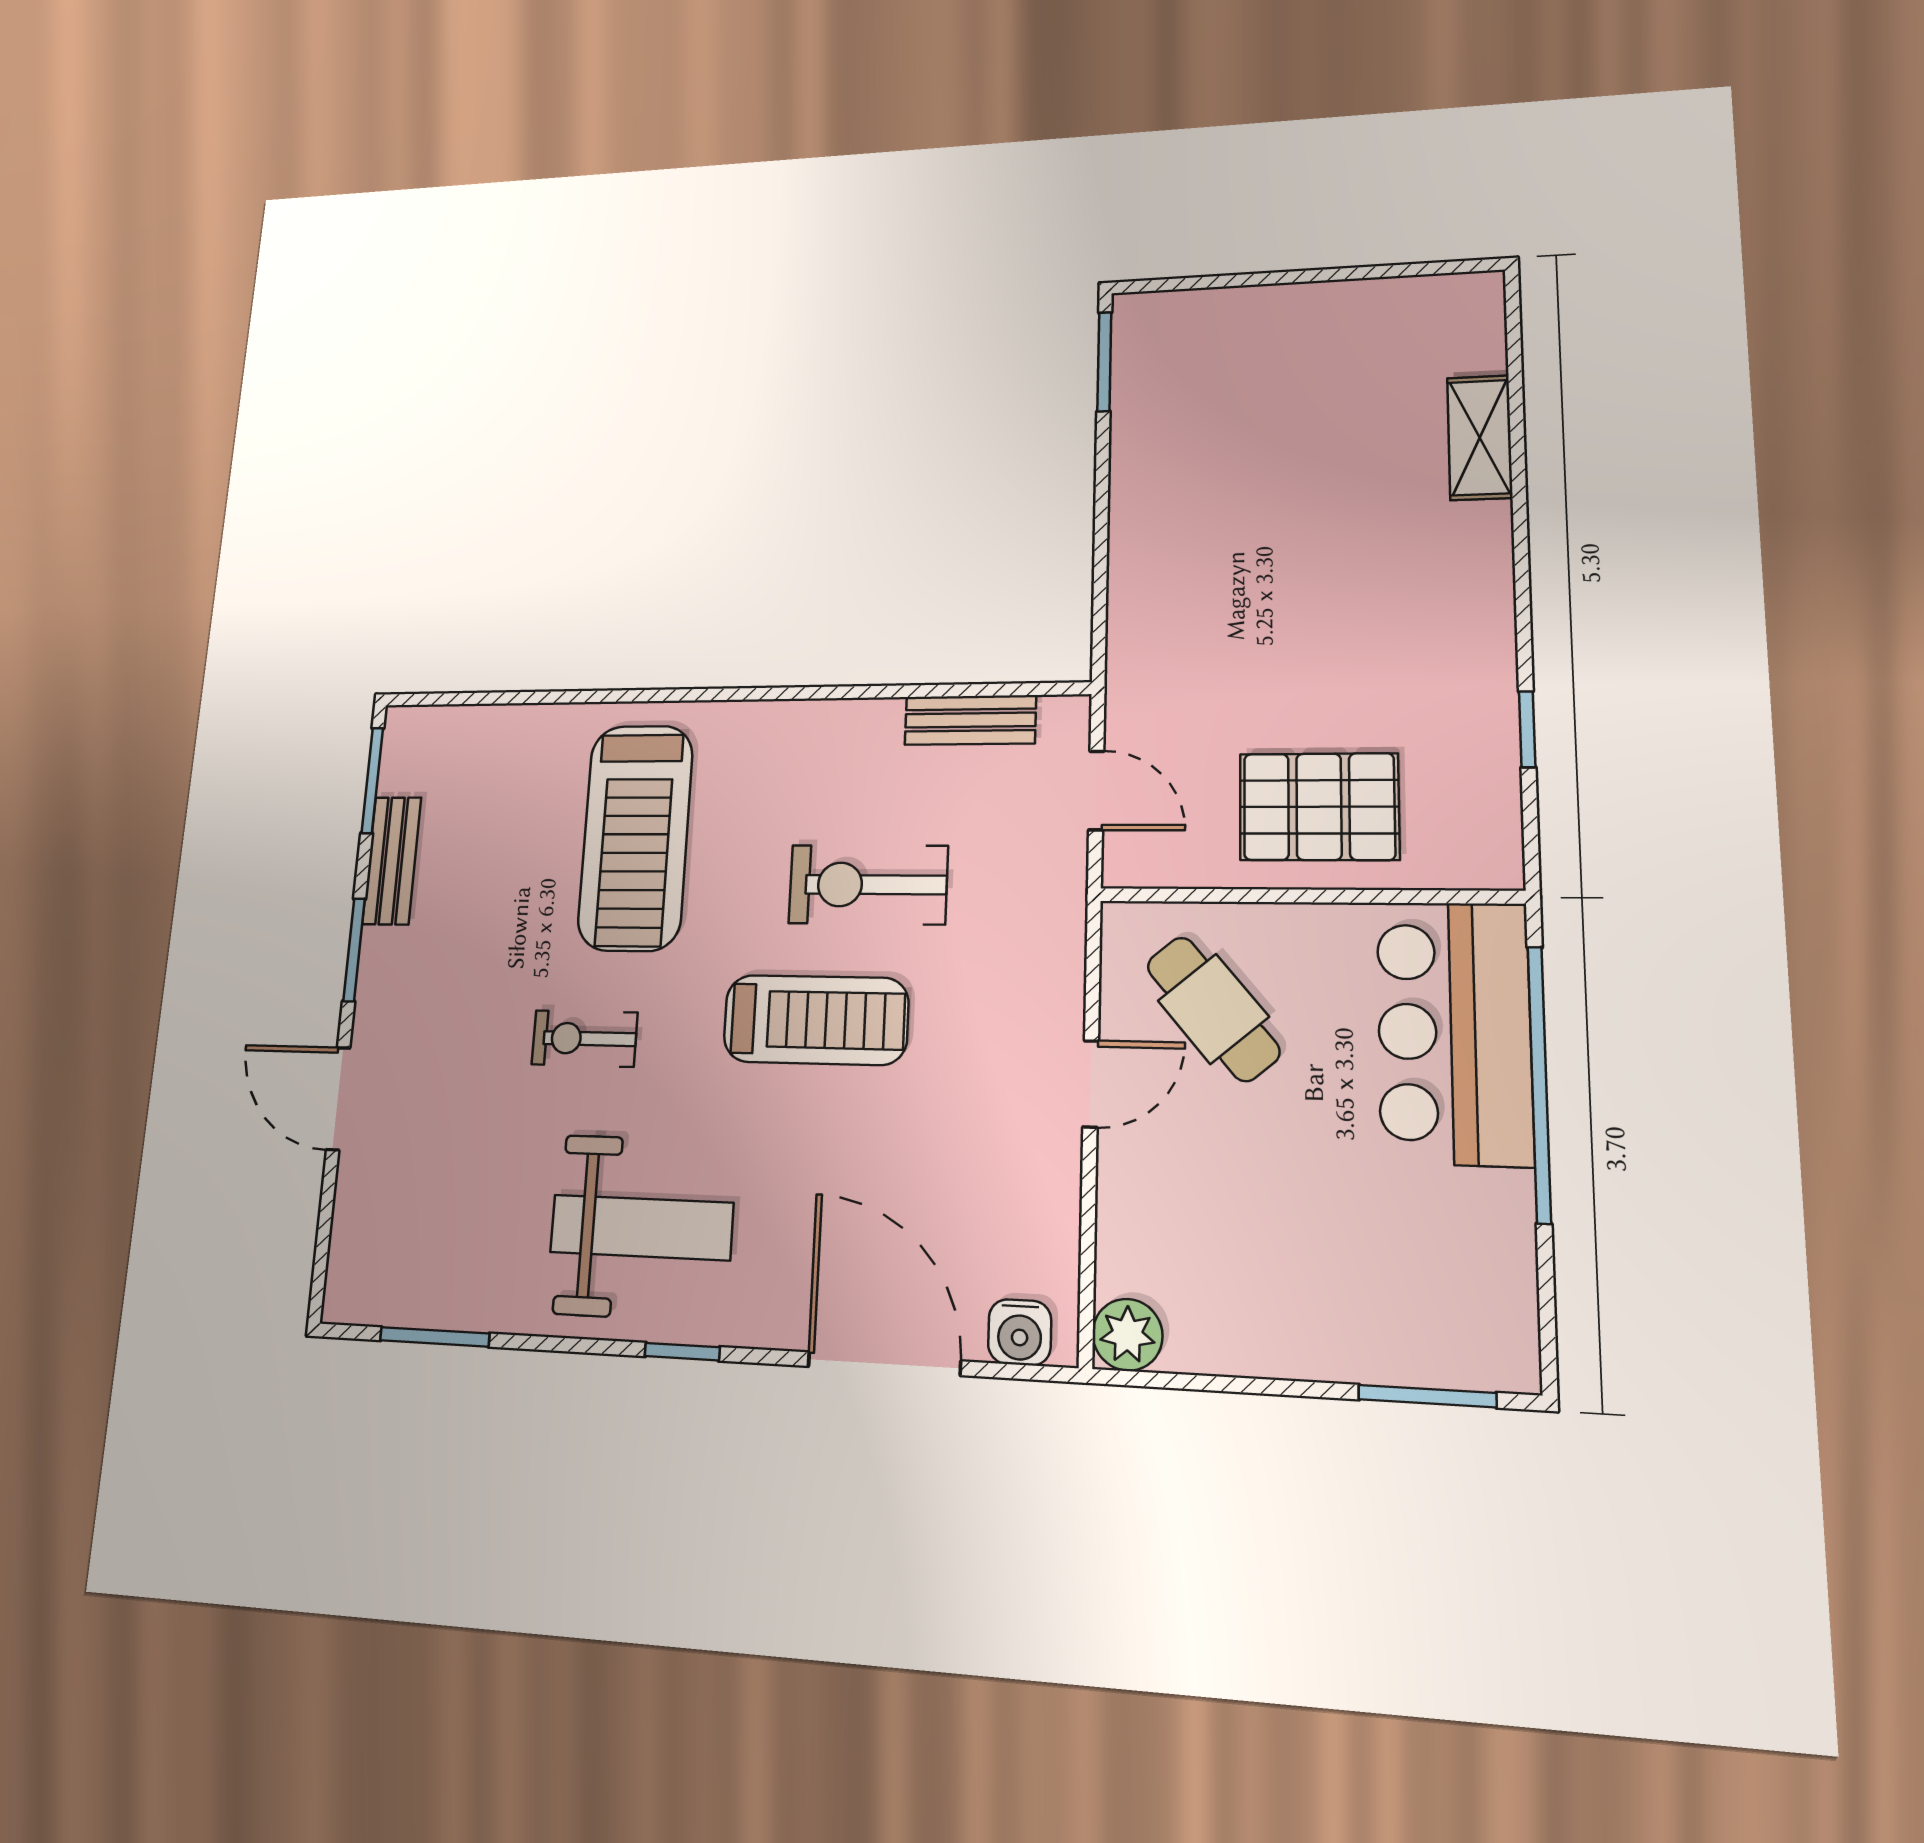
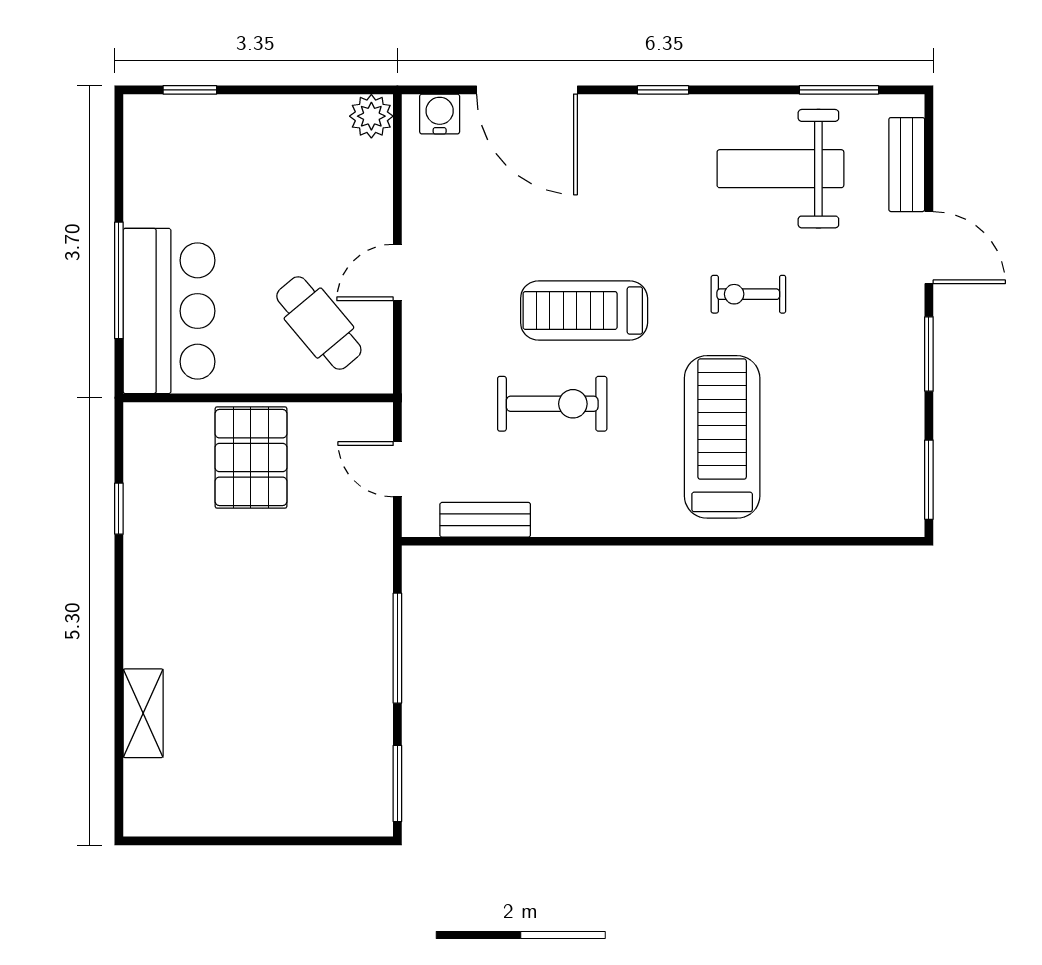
window: (1101, 541) -> (397, 648), added
pallet: (1319, 807) -> (251, 458), turned 90
bench: (392, 861) -> (907, 165), moved
exercise bike: (585, 1039) -> (748, 294), turned 180
window: (1539, 1083) -> (119, 280), width x0.68
weight bench: (641, 1227) -> (780, 169), moved
window: (1427, 1396) -> (190, 90), width x0.67

